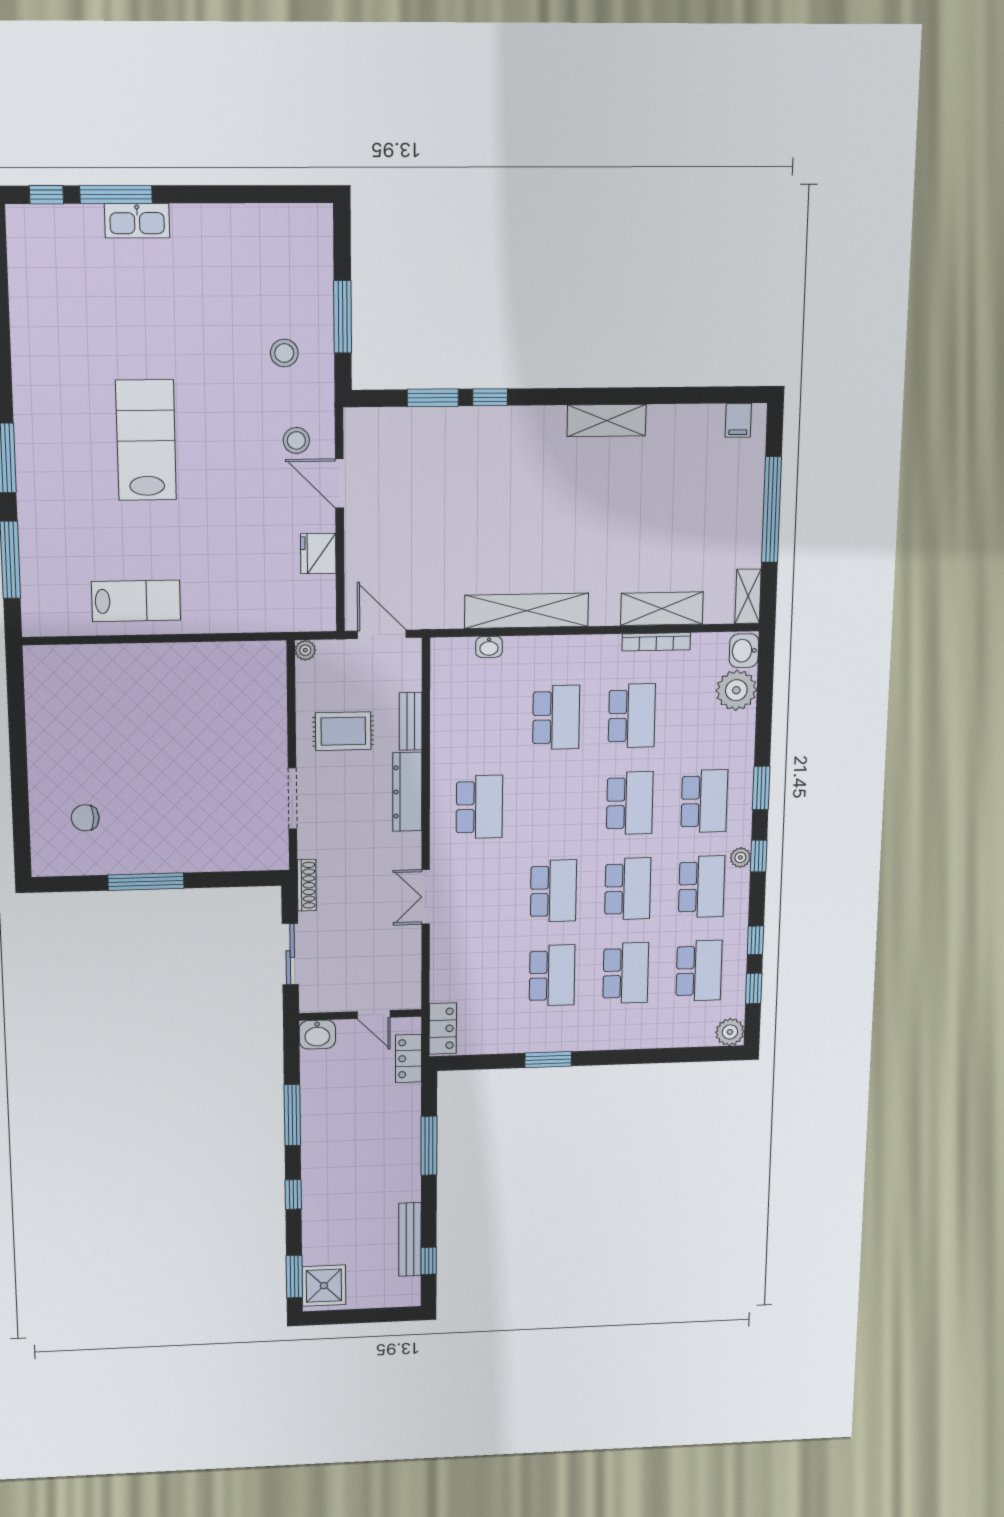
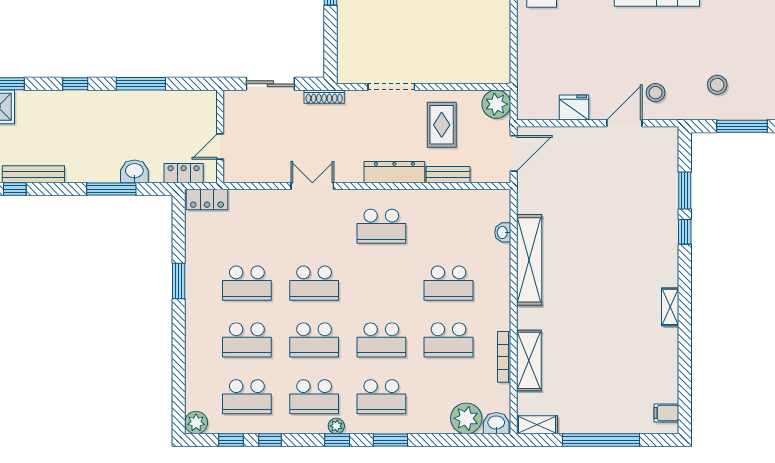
shelving: (607, 420) -> (670, 307), width x0.67, depth x0.75
plant: (305, 650) -> (496, 104), width x1.87, depth x1.87
washbasin: (317, 1035) -> (134, 171), moved, turned 90

